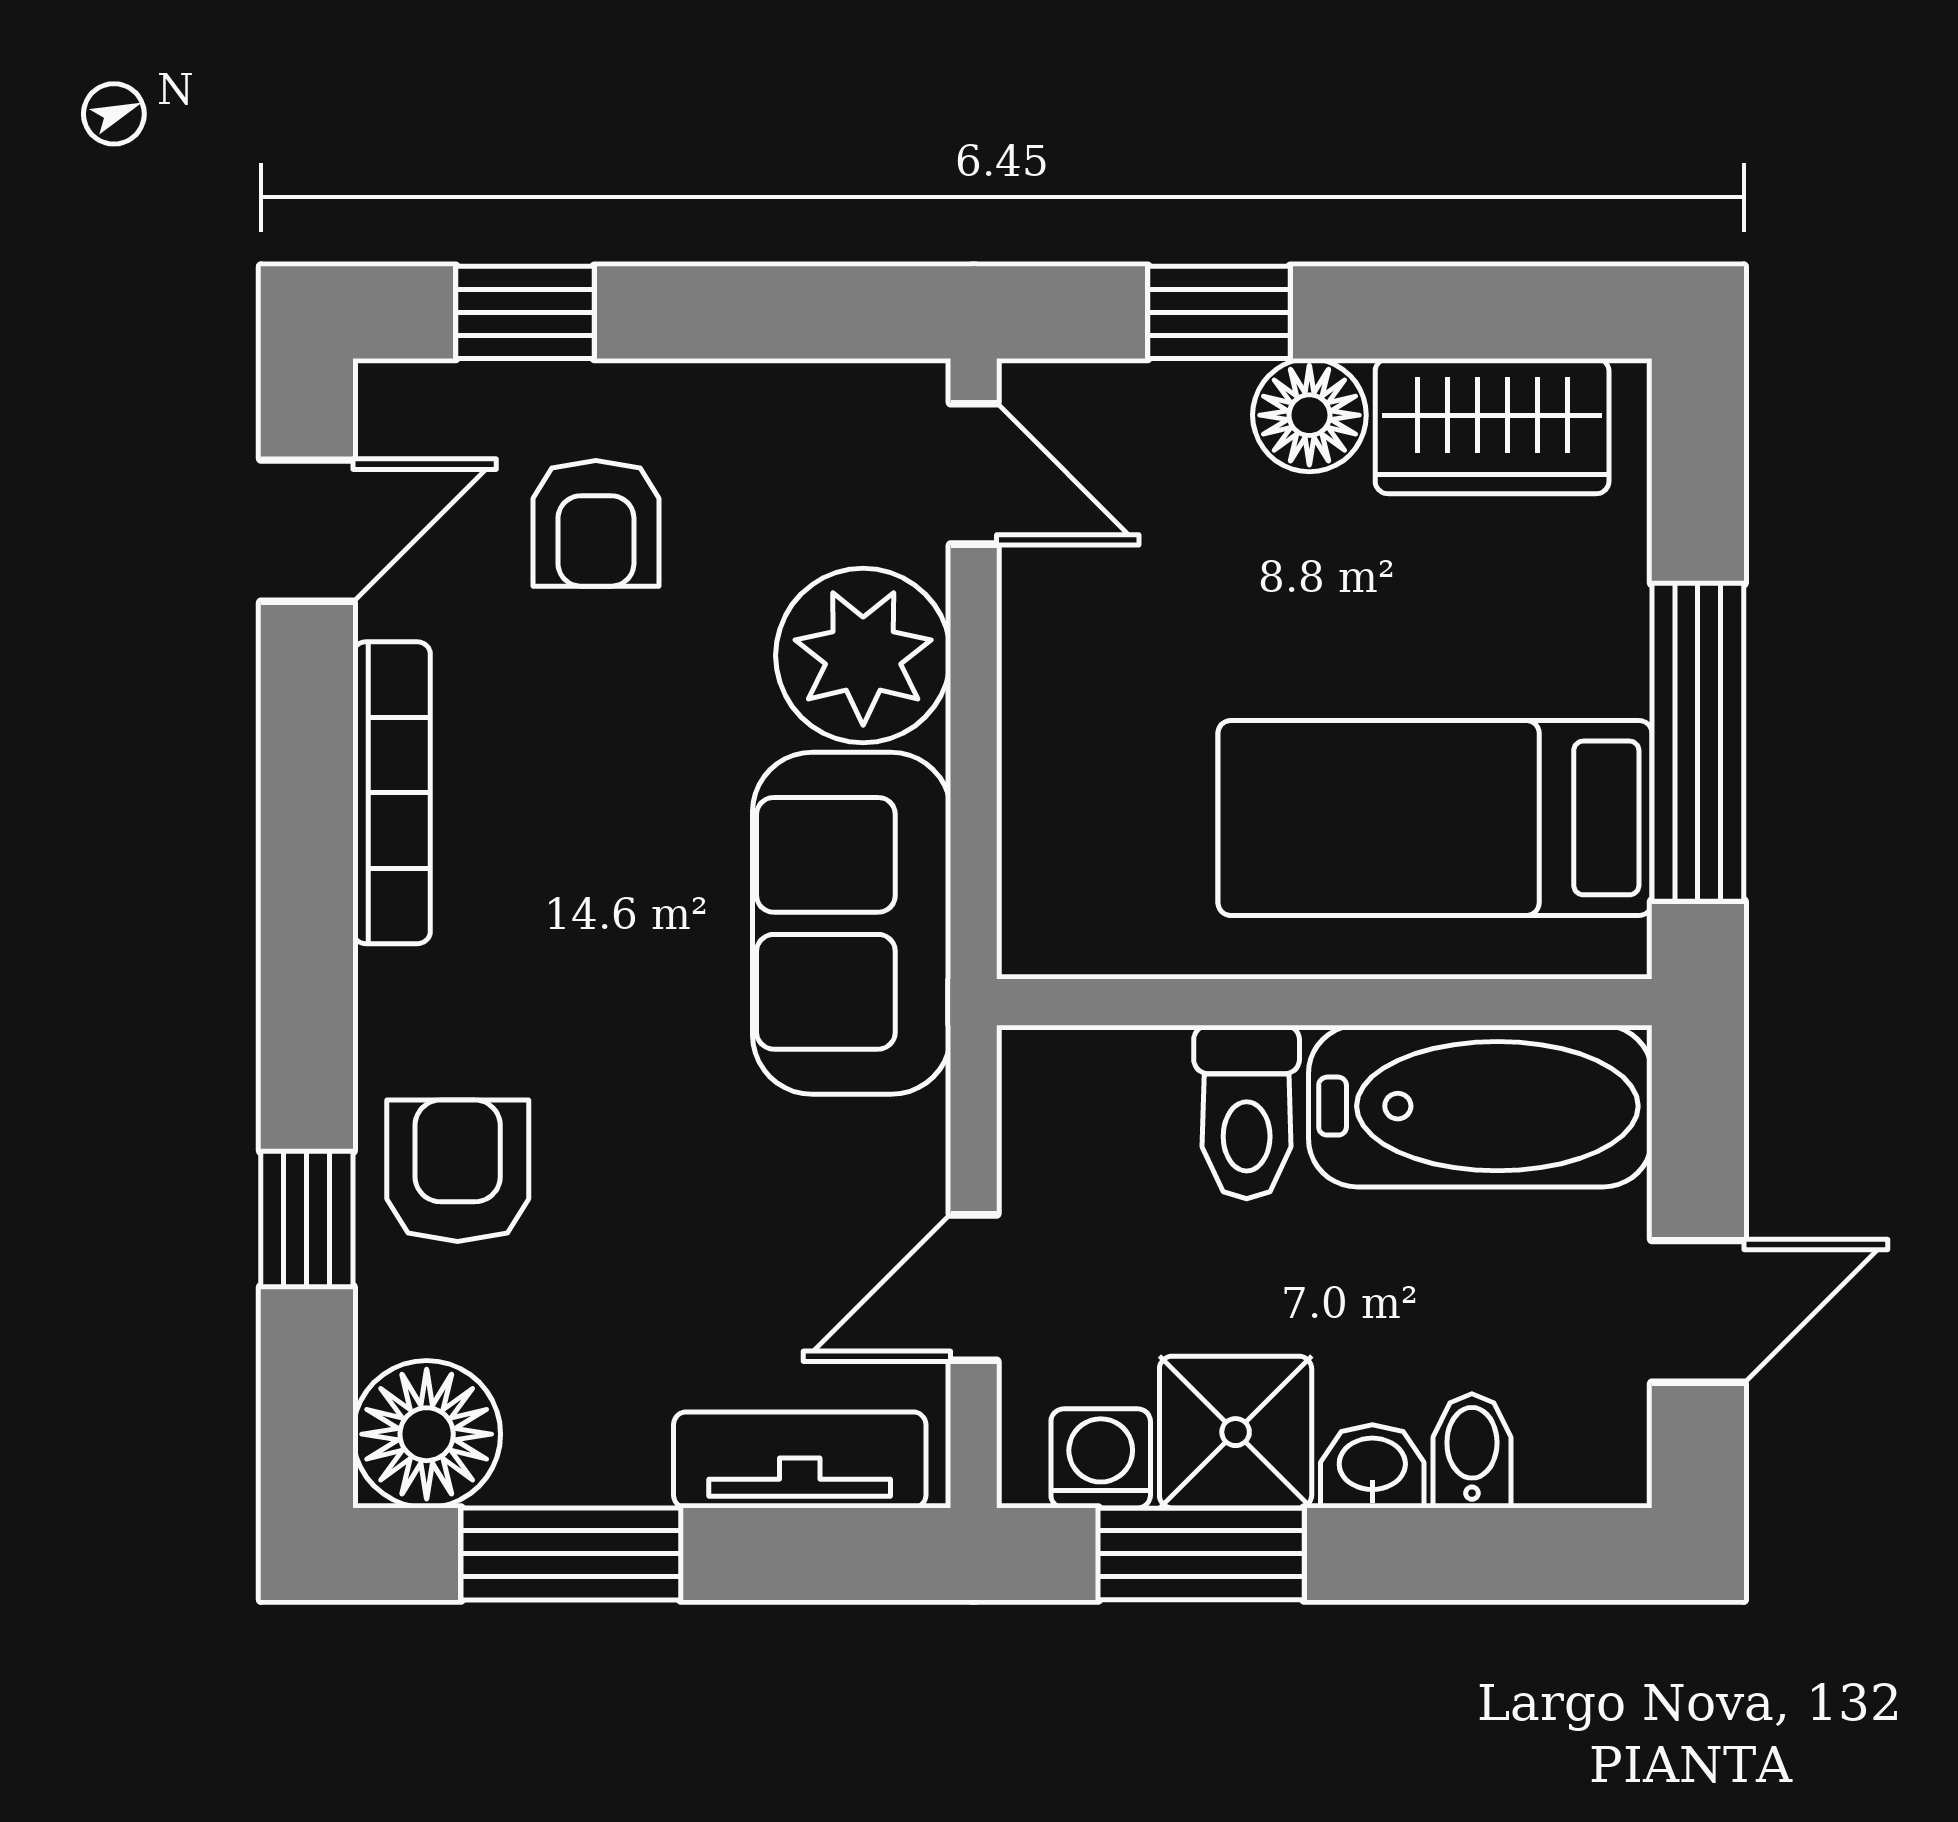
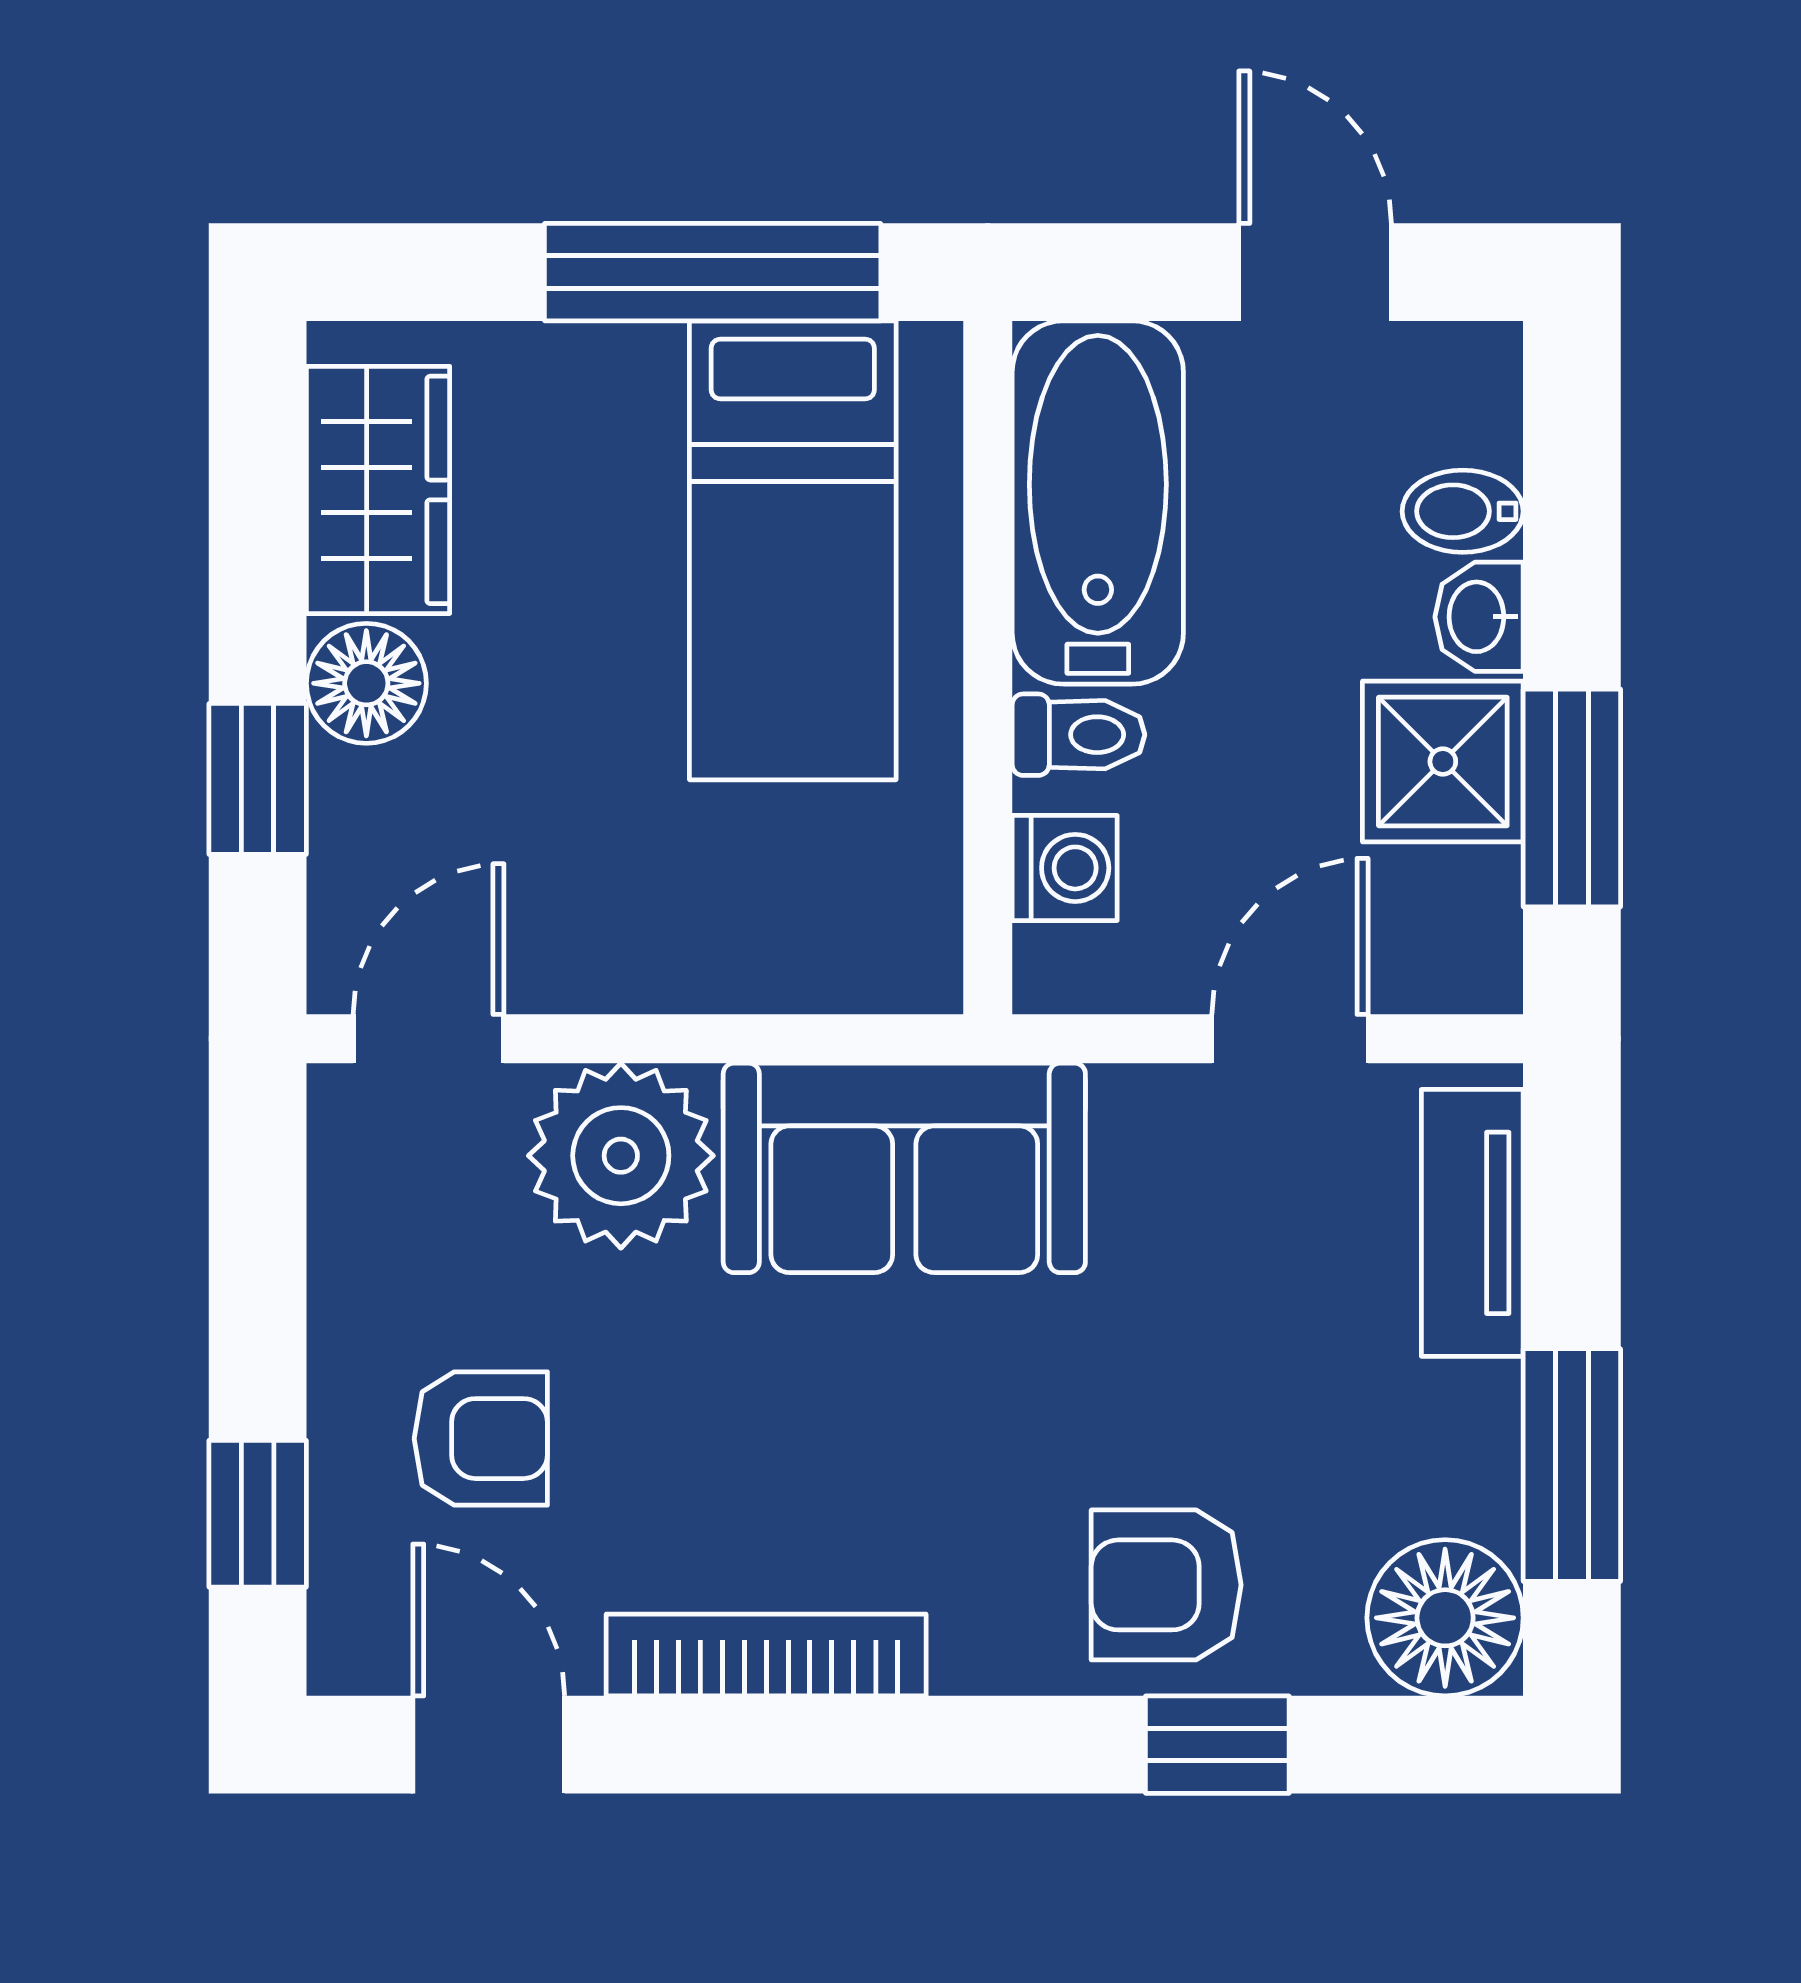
toilet: (1247, 1112) -> (1078, 735), width x0.73, depth x0.72
door: (974, 1288) -> (1290, 1039), swing flipped
washing machine: (1101, 1458) -> (1065, 868), moved, turned 180

